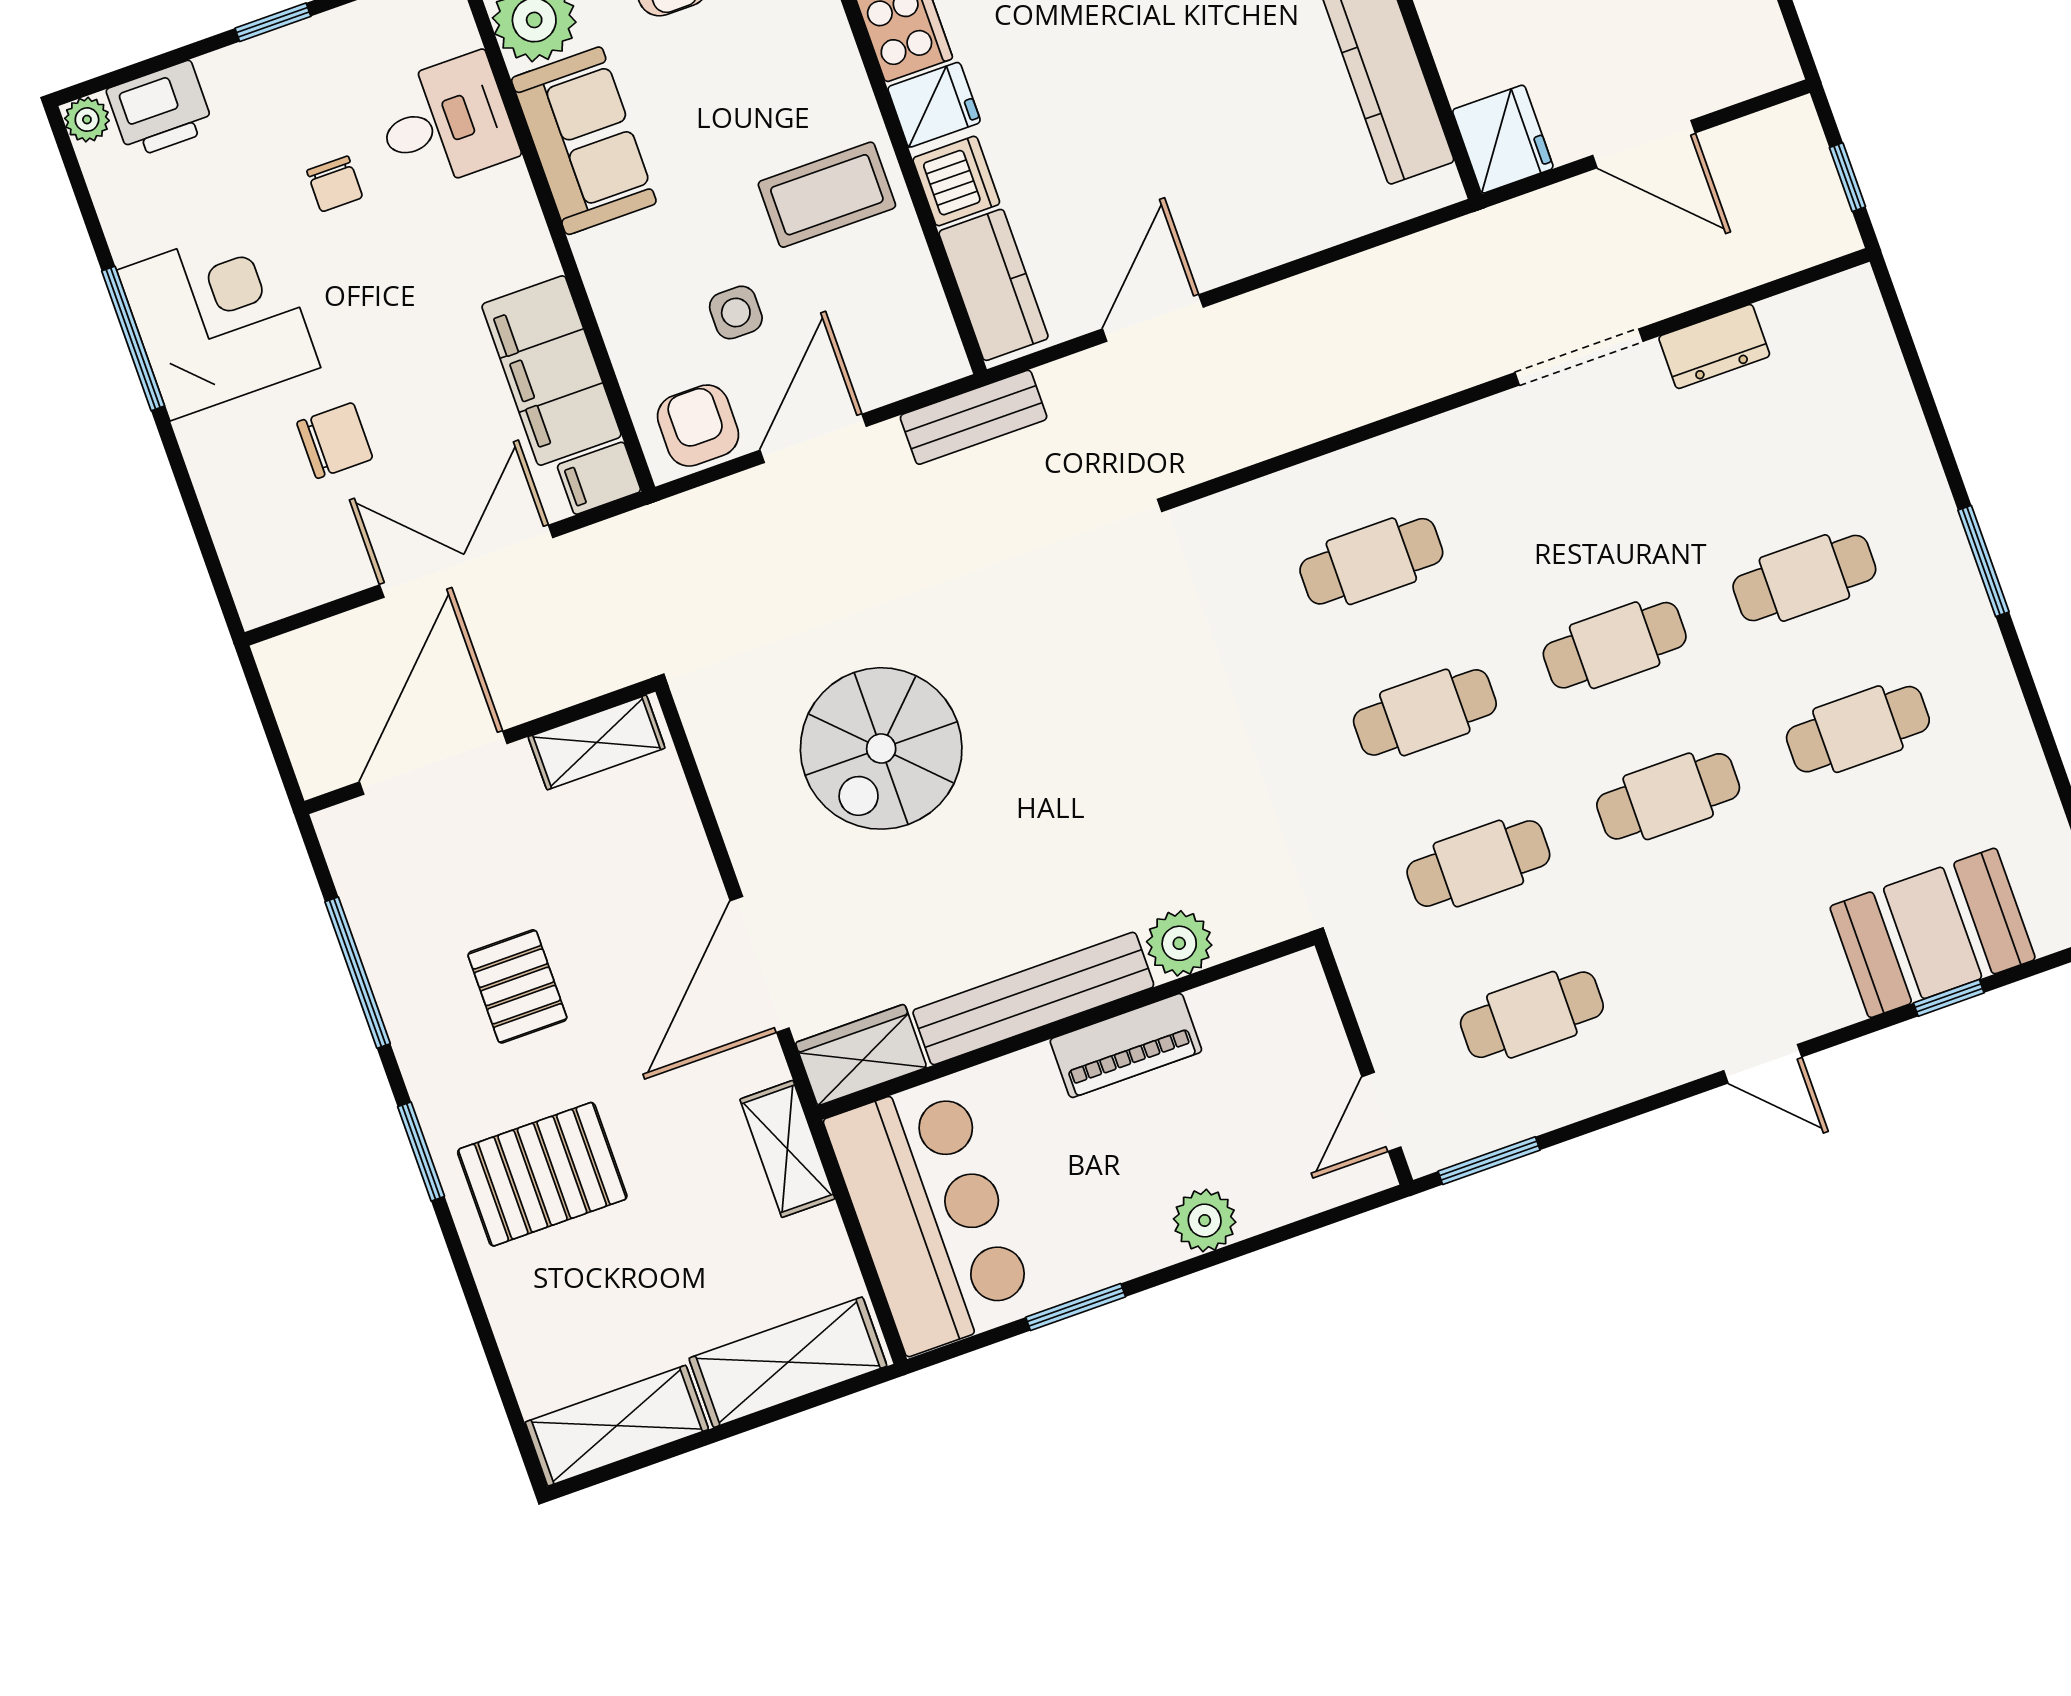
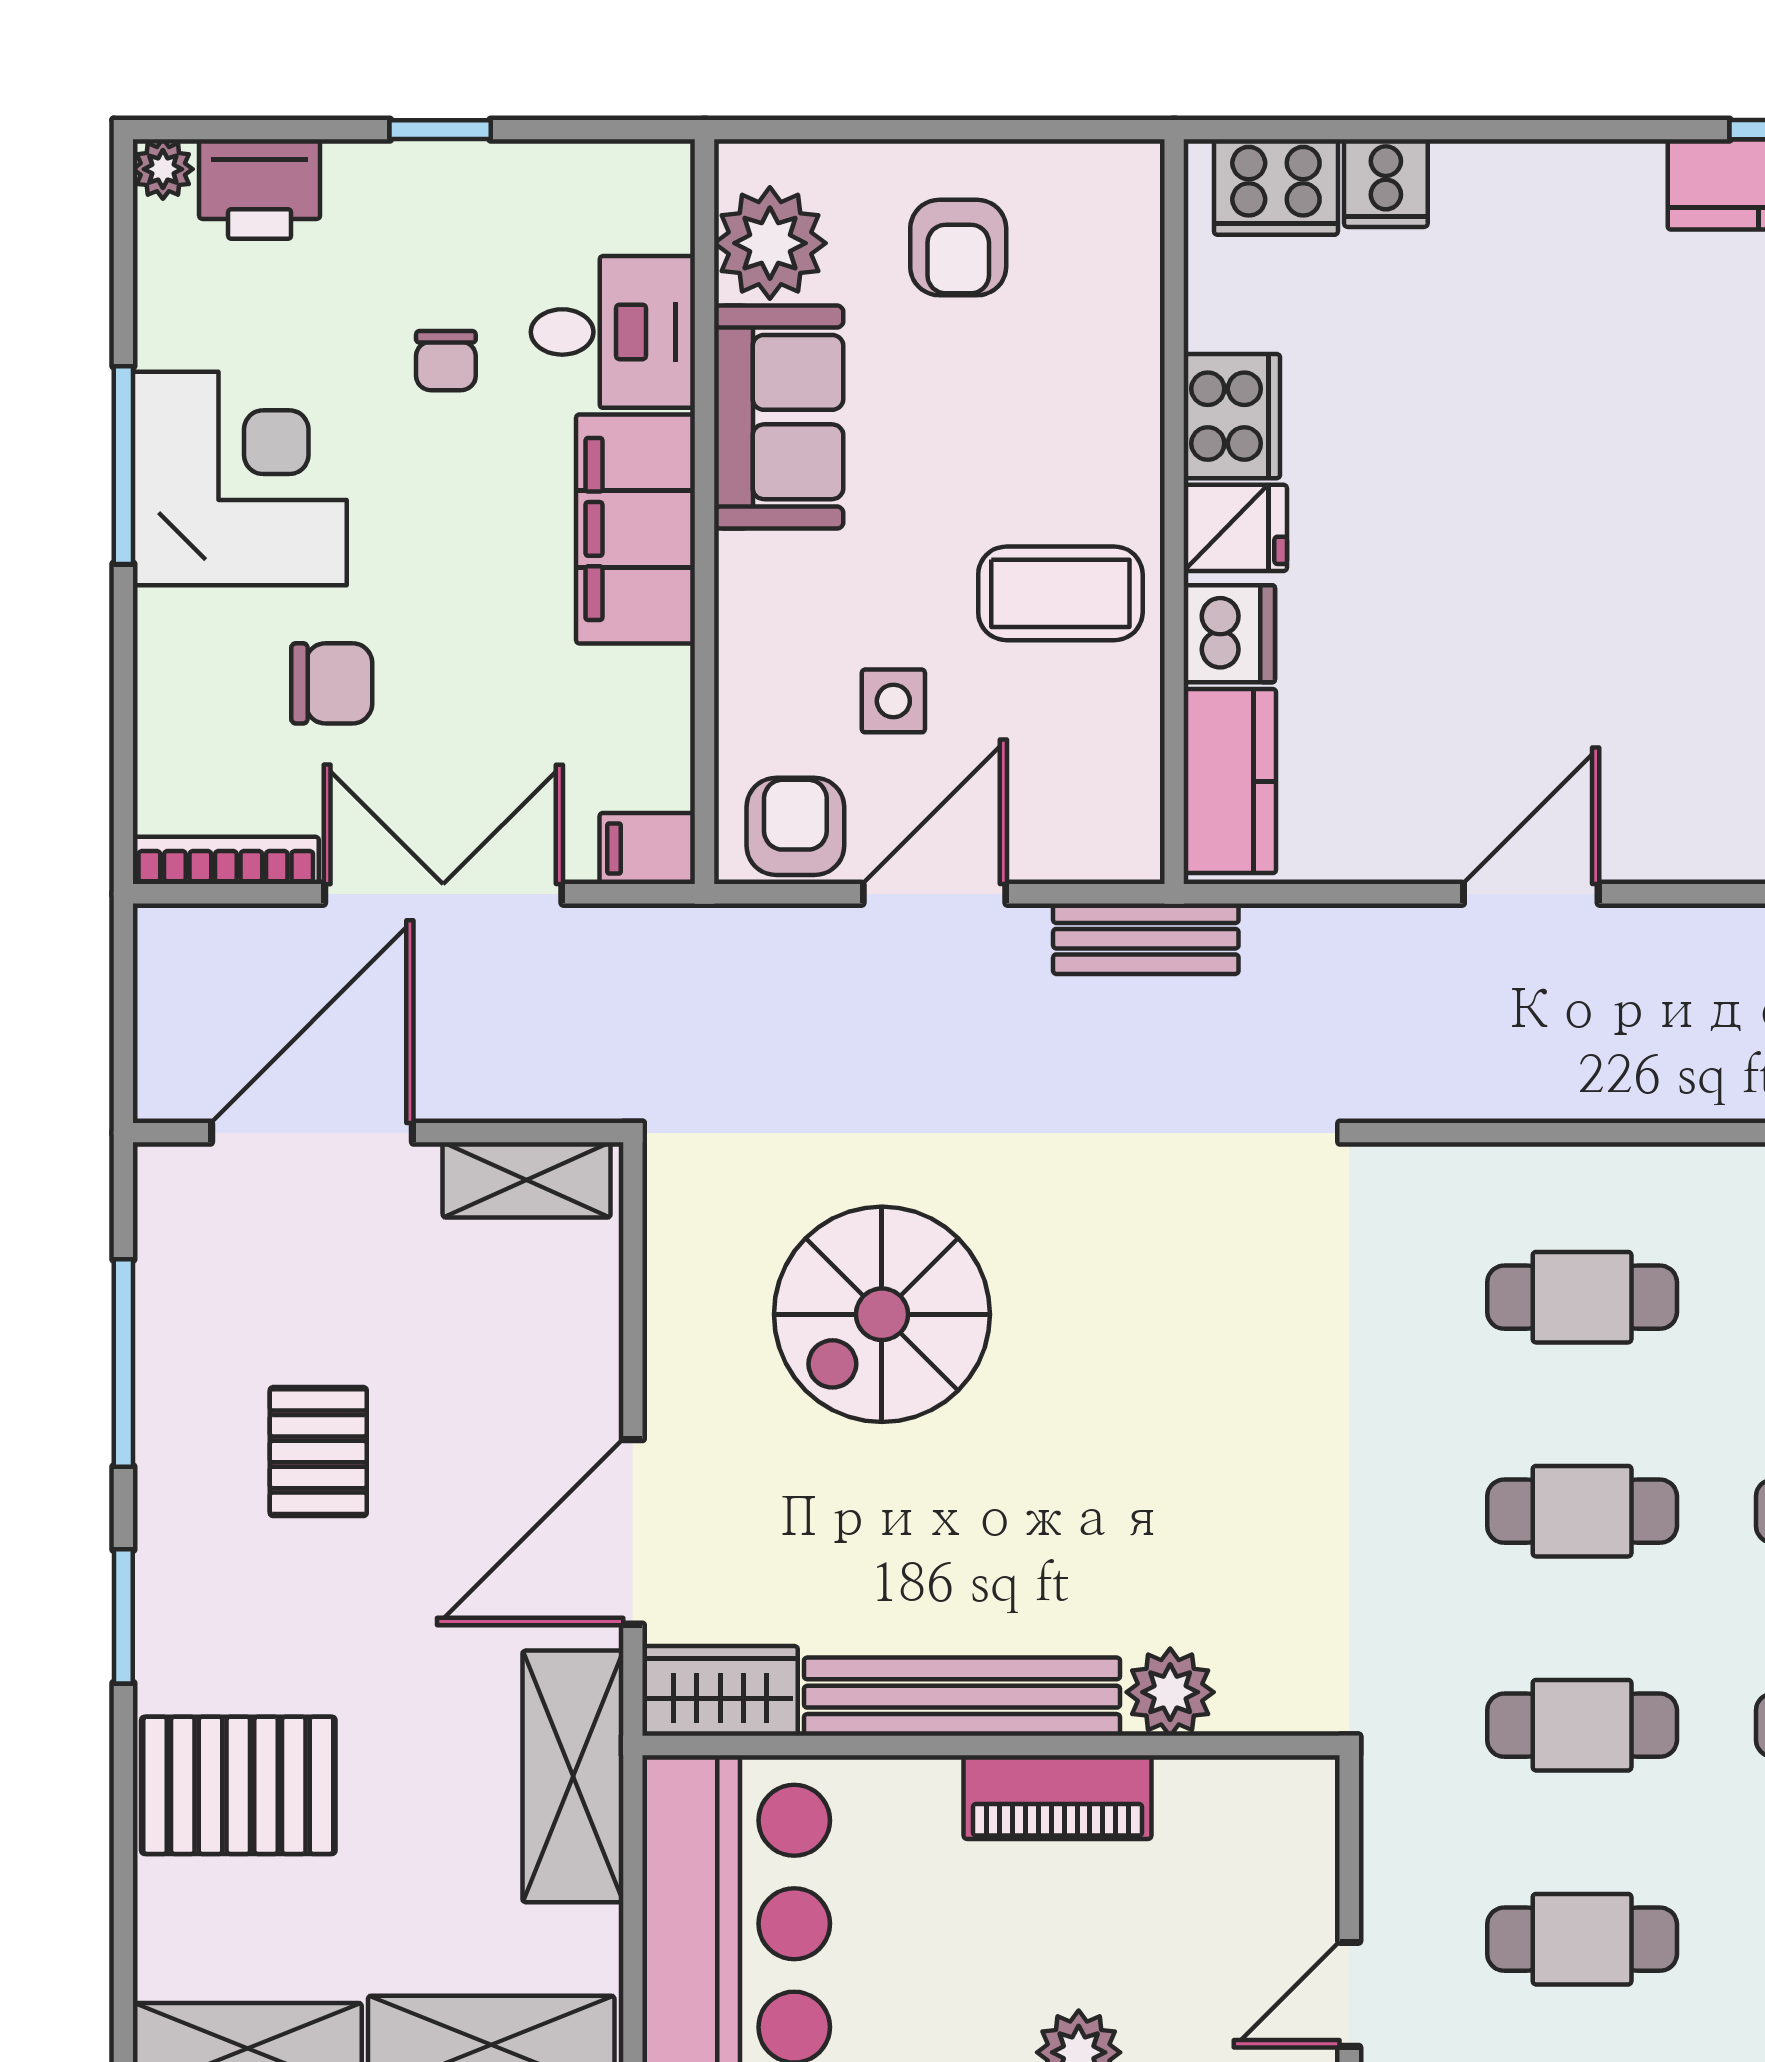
door: (1153, 318) -> (1531, 894), moved
filing cabinet: (551, 371) -> (636, 529), moved
bookcase: (304, 592) -> (226, 860), added
shelving: (787, 1149) -> (573, 1776), width x1.50, depth x1.33
pallet: (542, 1174) -> (238, 1785), moved

